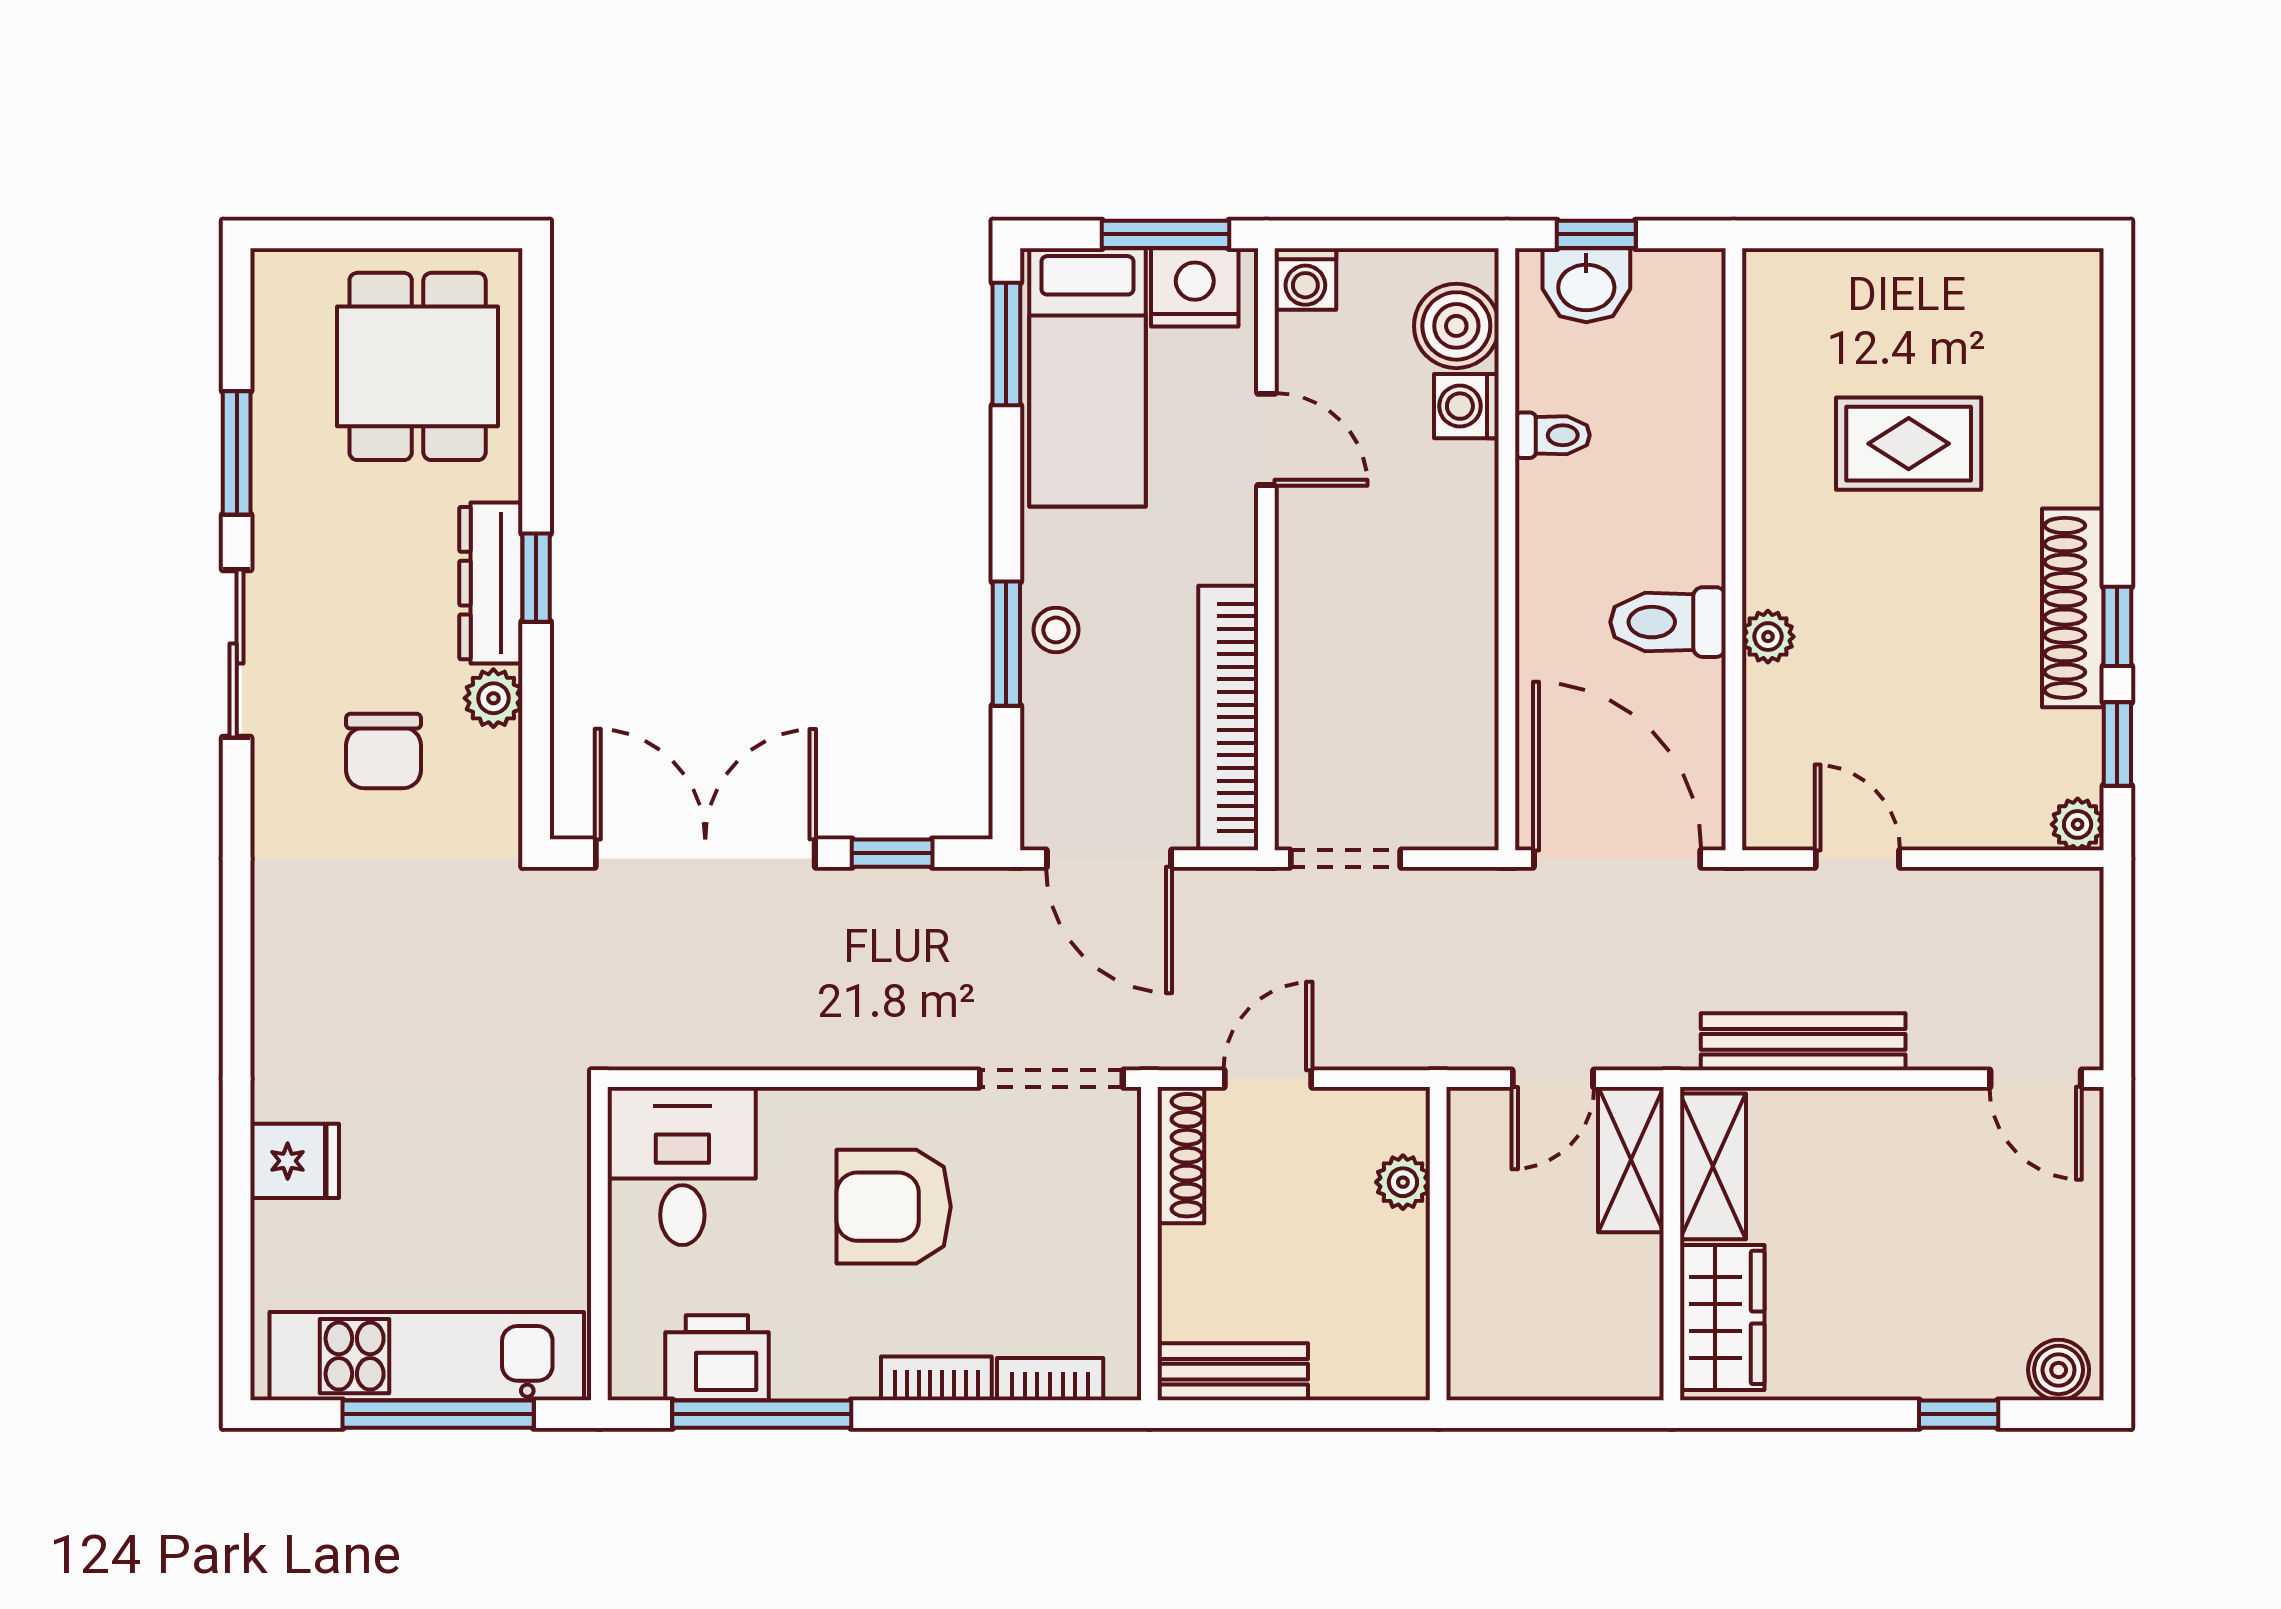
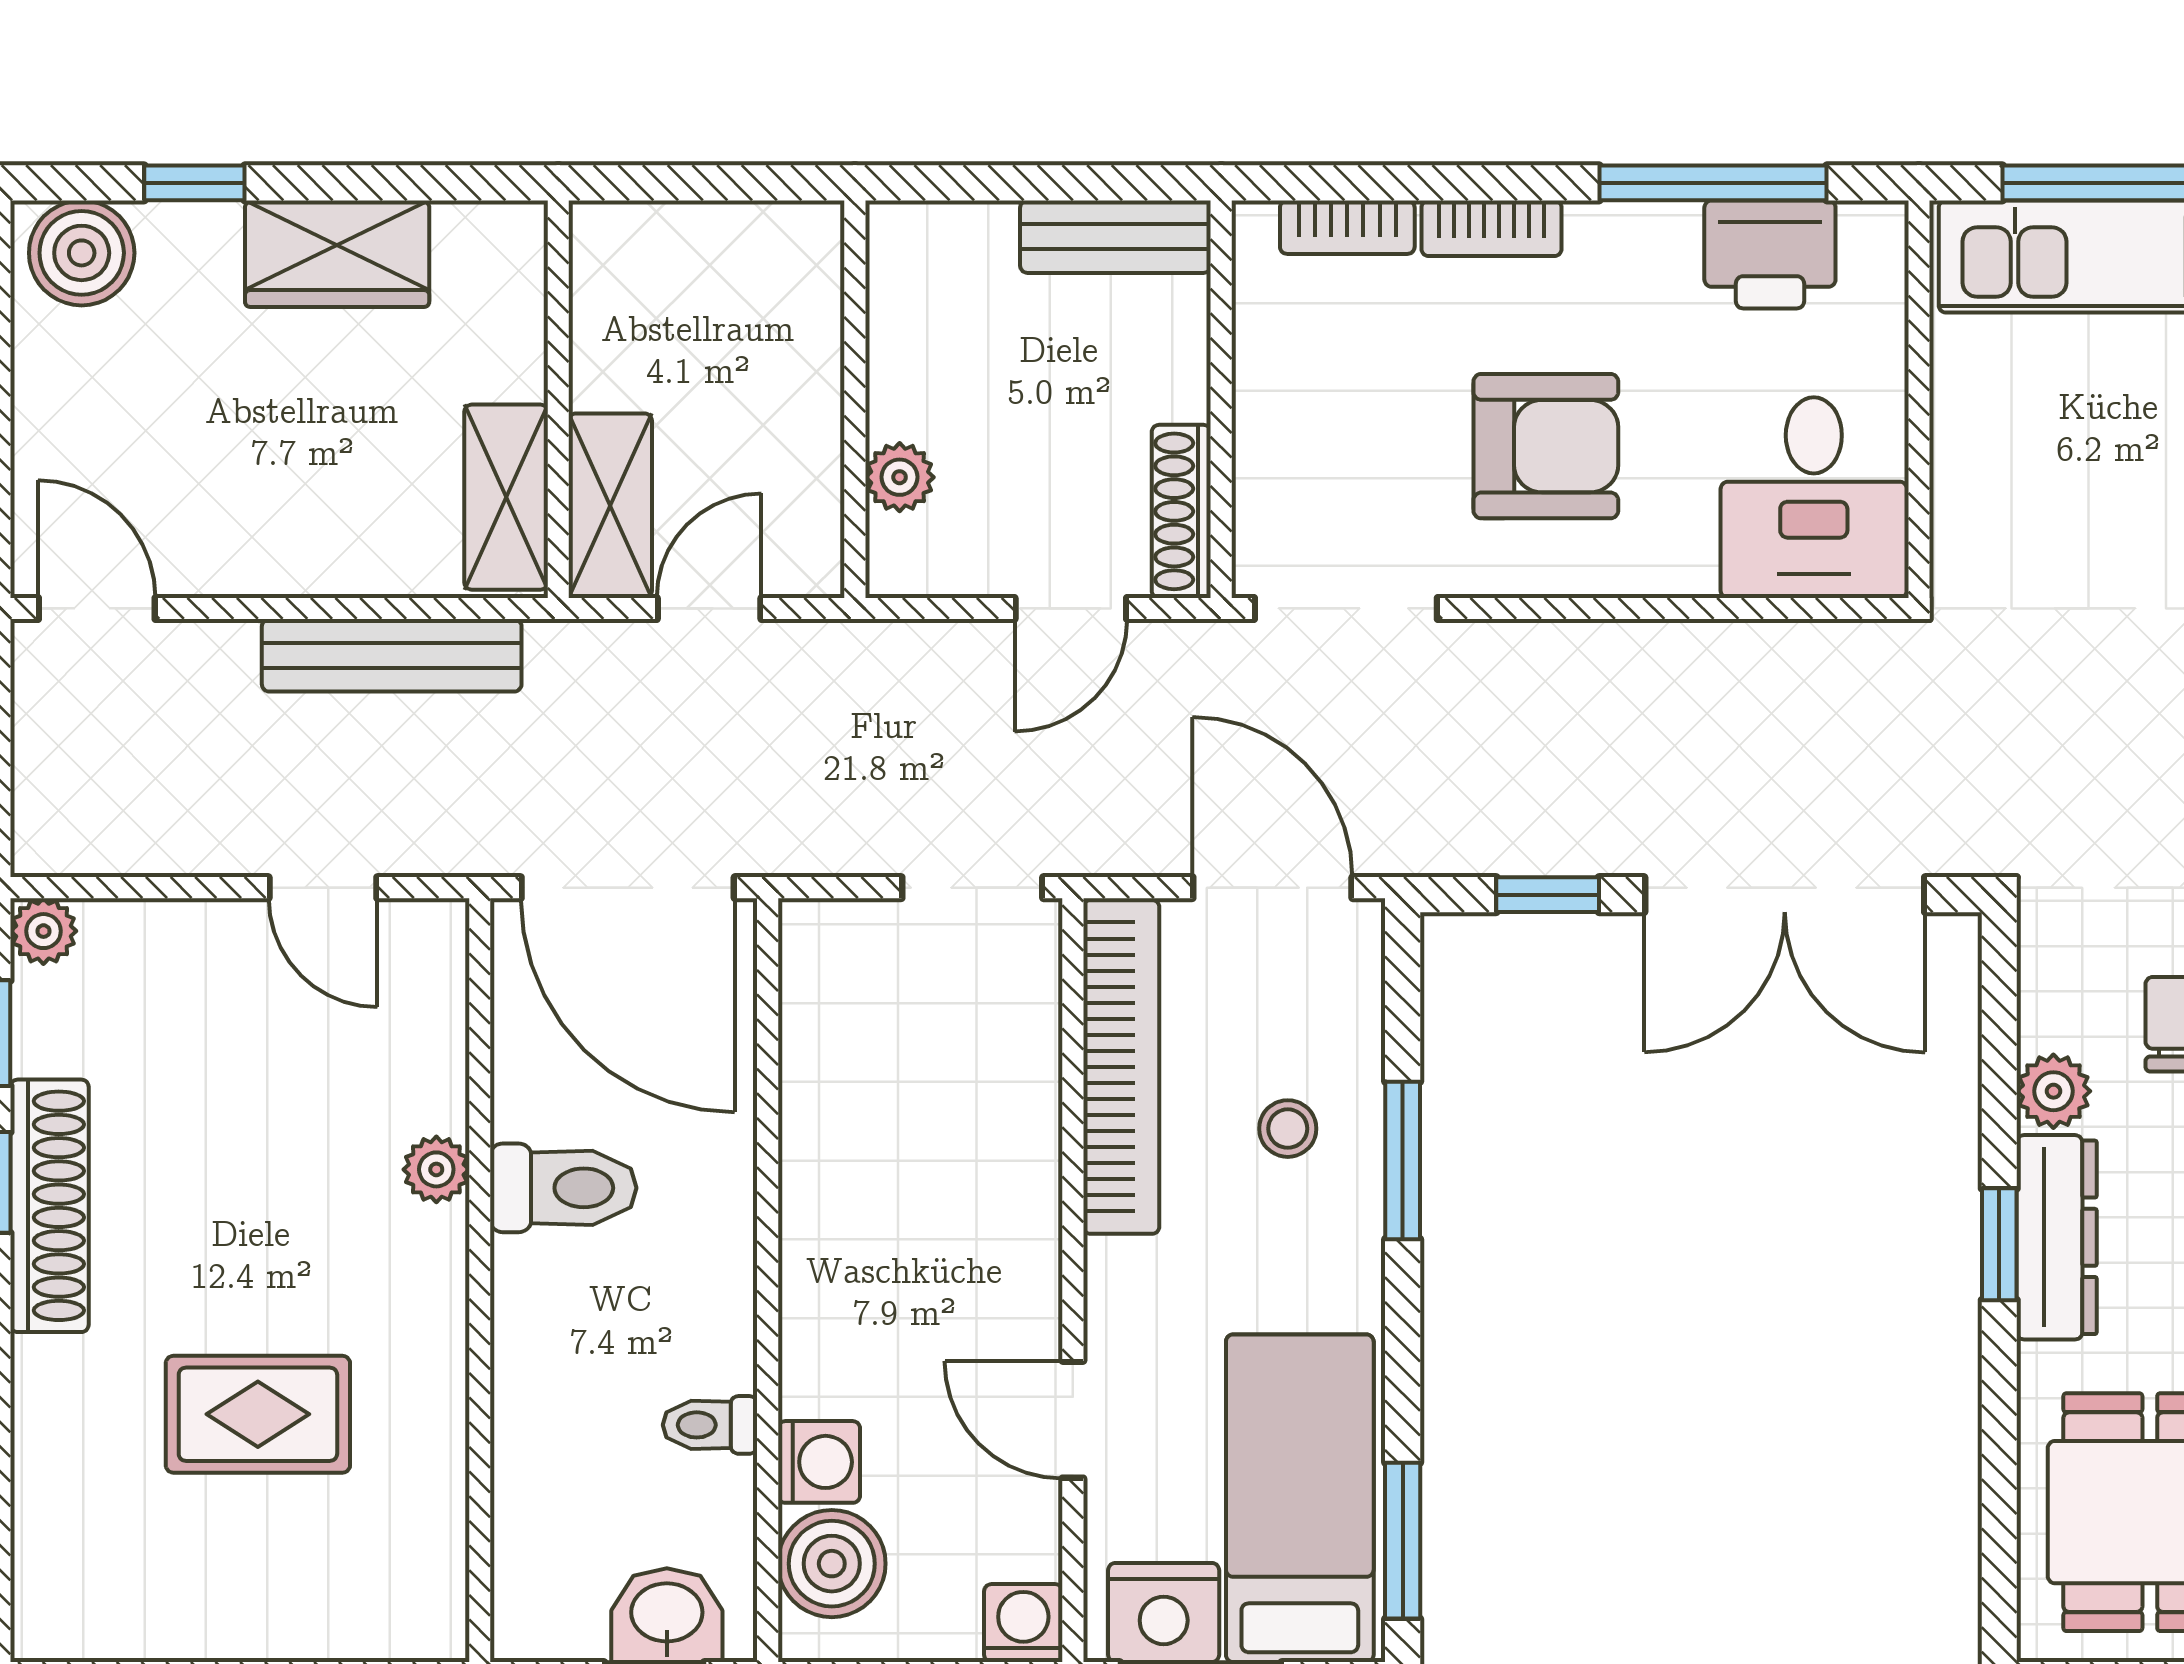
stool: (1056, 630) -> (1288, 1129), moved
wardrobe: (1722, 1317) -> (337, 254), moved, turned -90
boiler: (2059, 1370) -> (82, 253), width x1.36, depth x1.36

